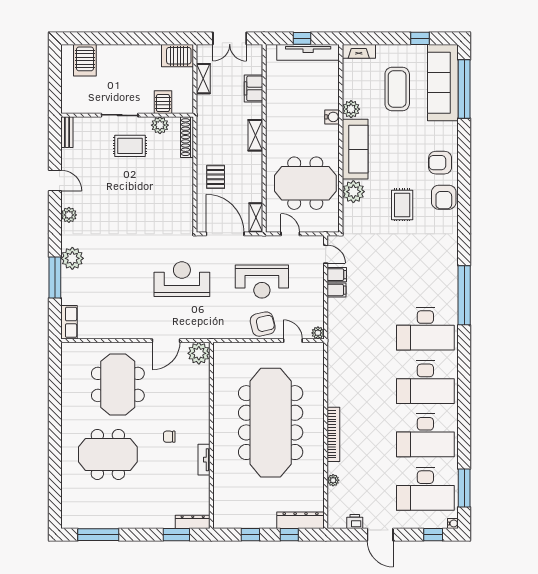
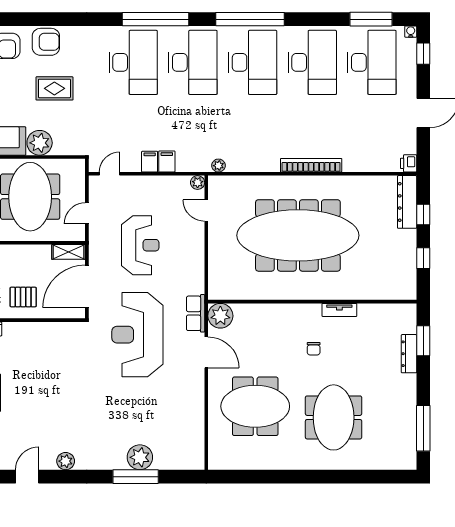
plant: (72, 258) -> (140, 457), moved
filing cabinet: (337, 275) -> (167, 161), moved
desk: (425, 275) -> (133, 62), added
reception desk: (182, 279) -> (137, 335), width x1.36, depth x1.30
row of seats: (69, 322) -> (196, 313), moved, turned -90
armchair: (263, 324) -> (188, 244), removed
door: (293, 341) -> (206, 211), hinge flipped
window: (464, 380) -> (250, 19), added
plant: (333, 480) -> (218, 166), moved
dresser: (193, 522) -> (409, 354), moved
printer: (355, 522) -> (409, 163), moved

